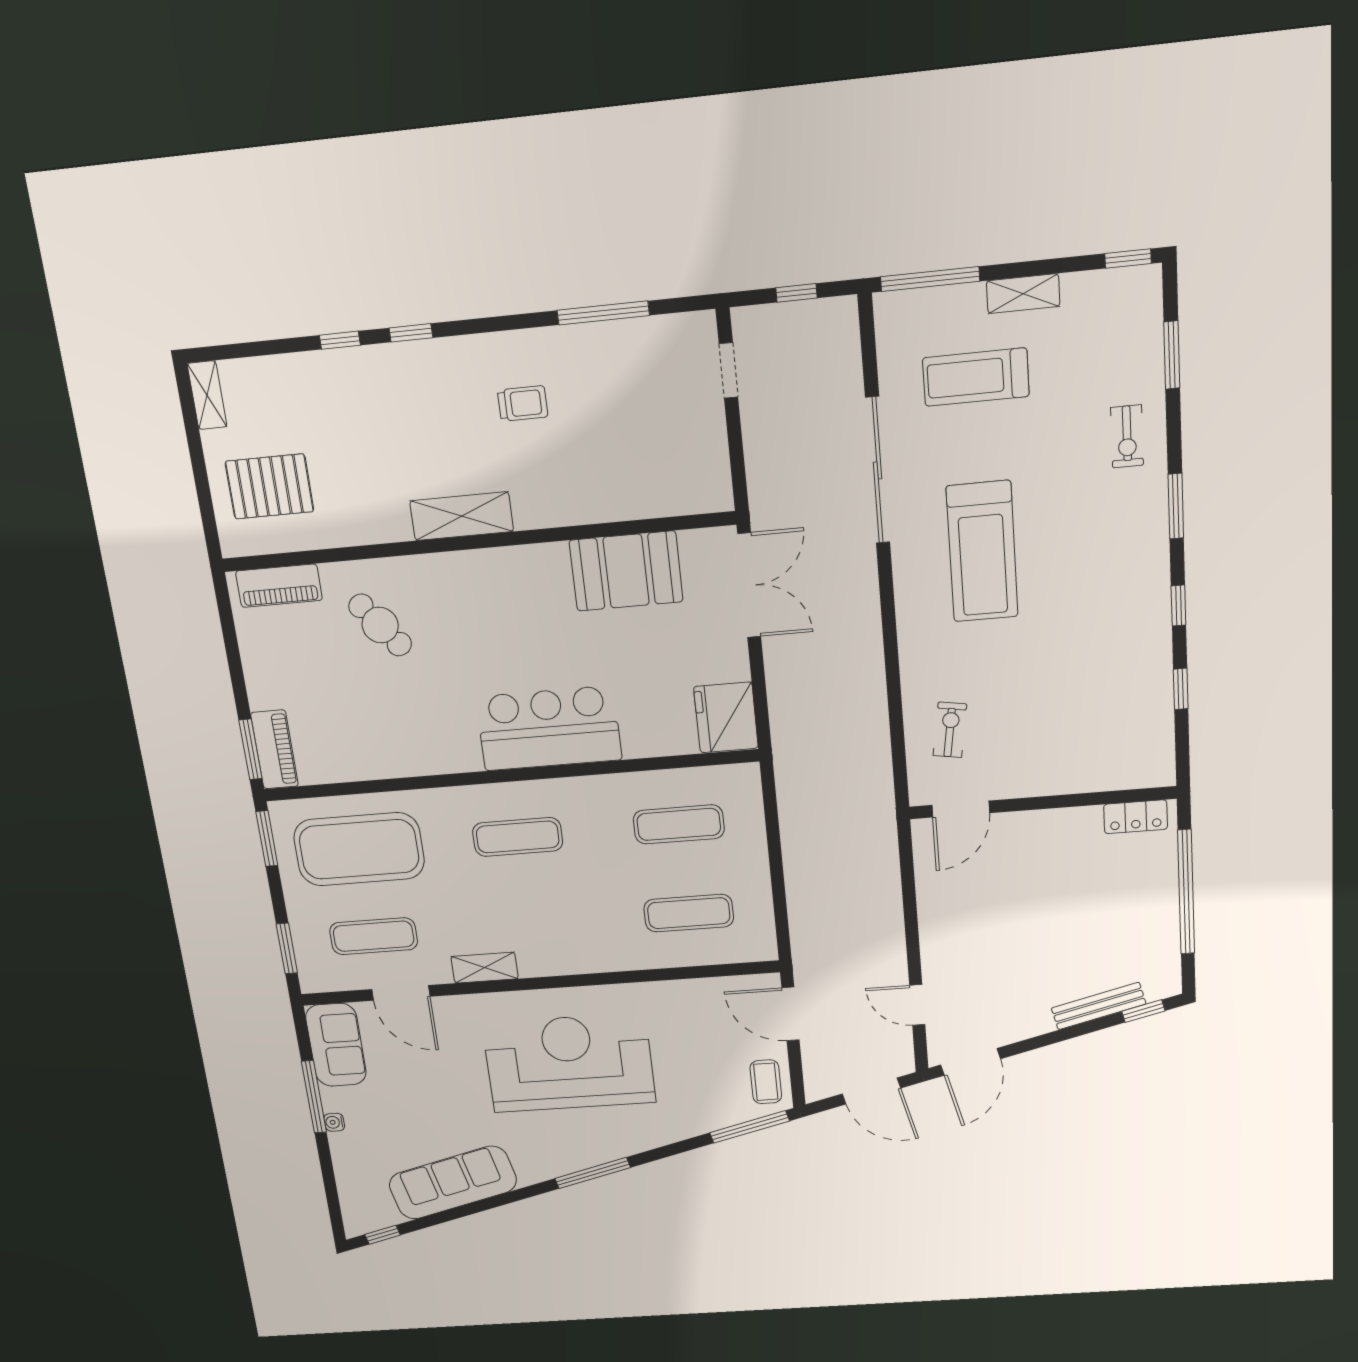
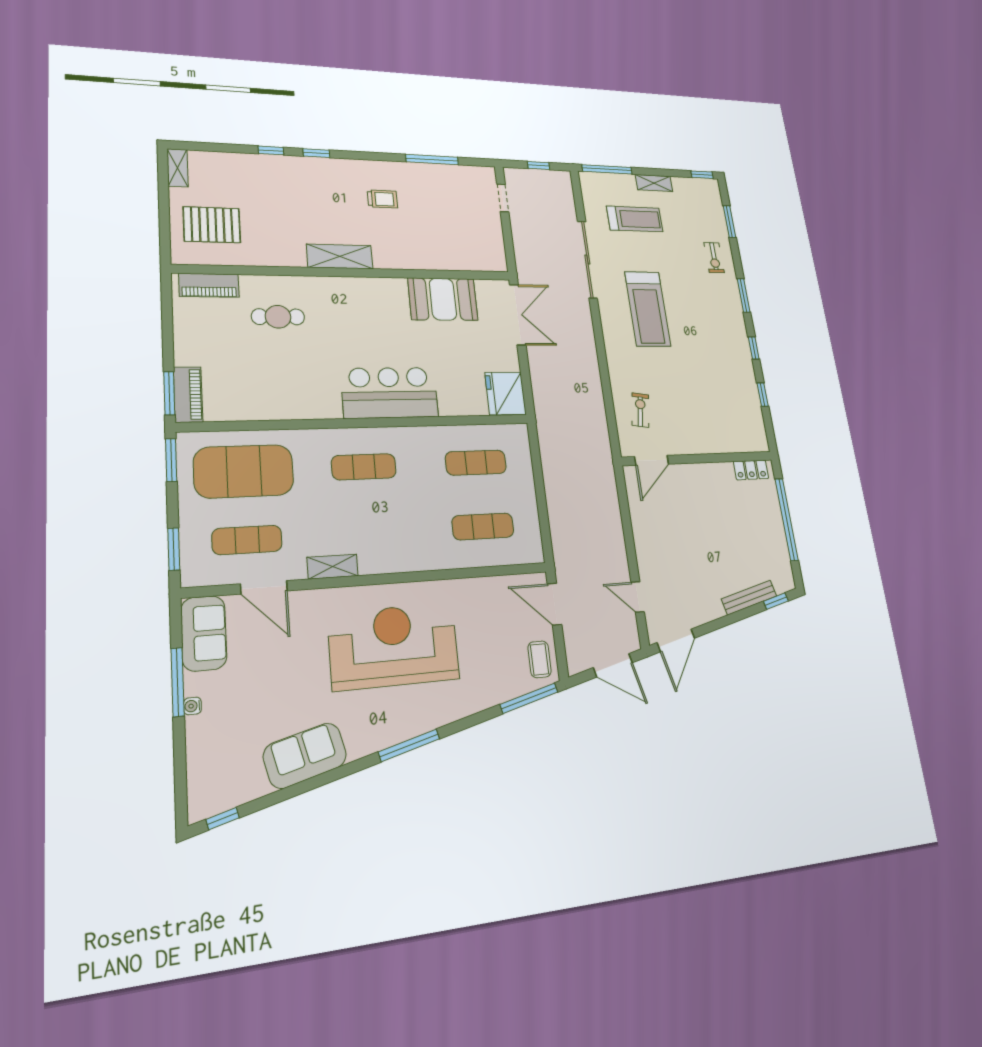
treadmill: (976, 377) -> (635, 219), turned 180
cafe table: (380, 625) -> (278, 317), turned -52
sofa: (453, 1183) -> (305, 756), width x0.73

